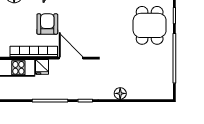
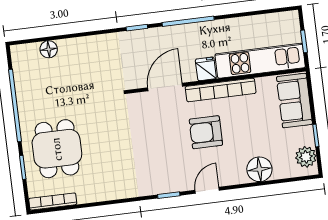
armchair: (47, 24) -> (206, 132), turned 90
door: (71, 58) -> (165, 87), swing flipped
floor lamp: (120, 93) -> (49, 49), moved

